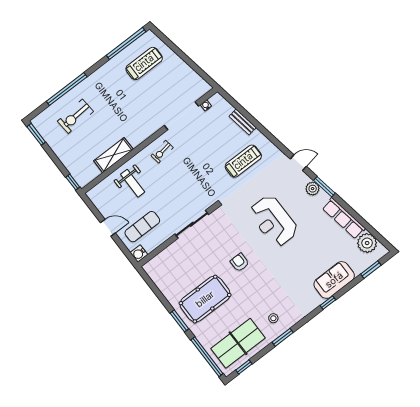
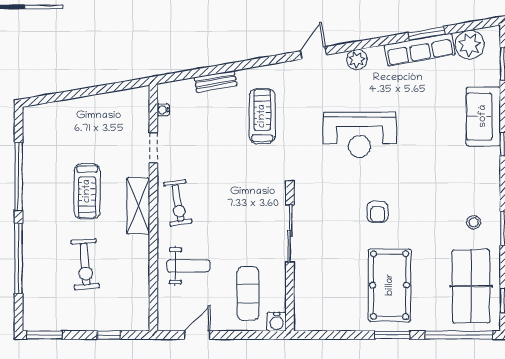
window: (126, 43) -> (19, 177), moved
treadmill: (144, 63) -> (87, 191), moved, turned 180
exercise bike: (75, 116) -> (85, 264), moved
doorway: (182, 116) -> (153, 148), width x0.53
exercise bike: (162, 152) -> (178, 203), width x1.38, depth x1.39
shelving: (113, 155) -> (138, 206), moved
window: (73, 182) -> (109, 335), moved
window: (324, 187) -> (426, 33), moved
door: (108, 228) -> (197, 335), moved
armchair: (240, 262) -> (378, 212), turned -90

